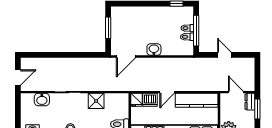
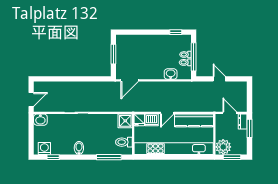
washbasin: (154, 50) -> (171, 74), moved
washbasin: (42, 100) -> (40, 120), moved
shower: (96, 101) -> (125, 121), moved

